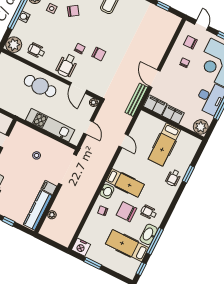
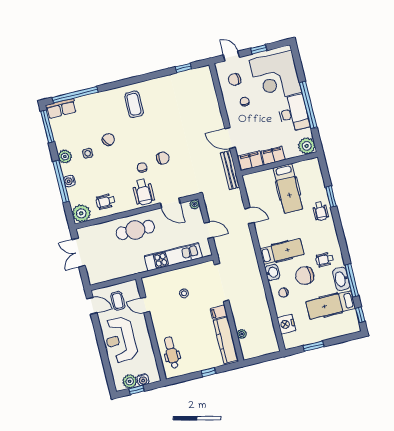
nightstand: (81, 247) -> (286, 324), moved, turned 90

